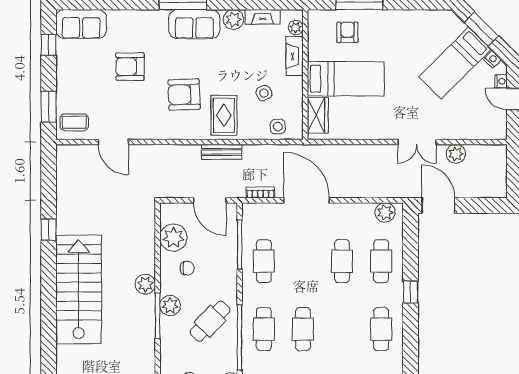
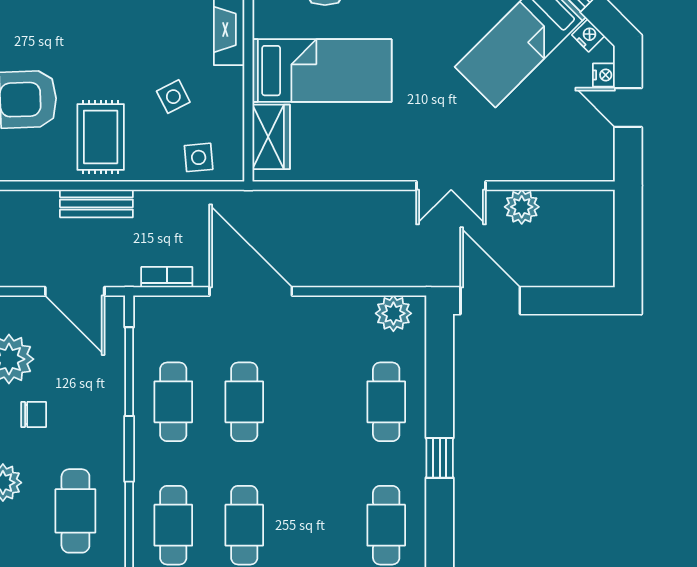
cafe table: (342, 261) -> (244, 402), moved
cafe table: (210, 321) -> (75, 511), turned -44

